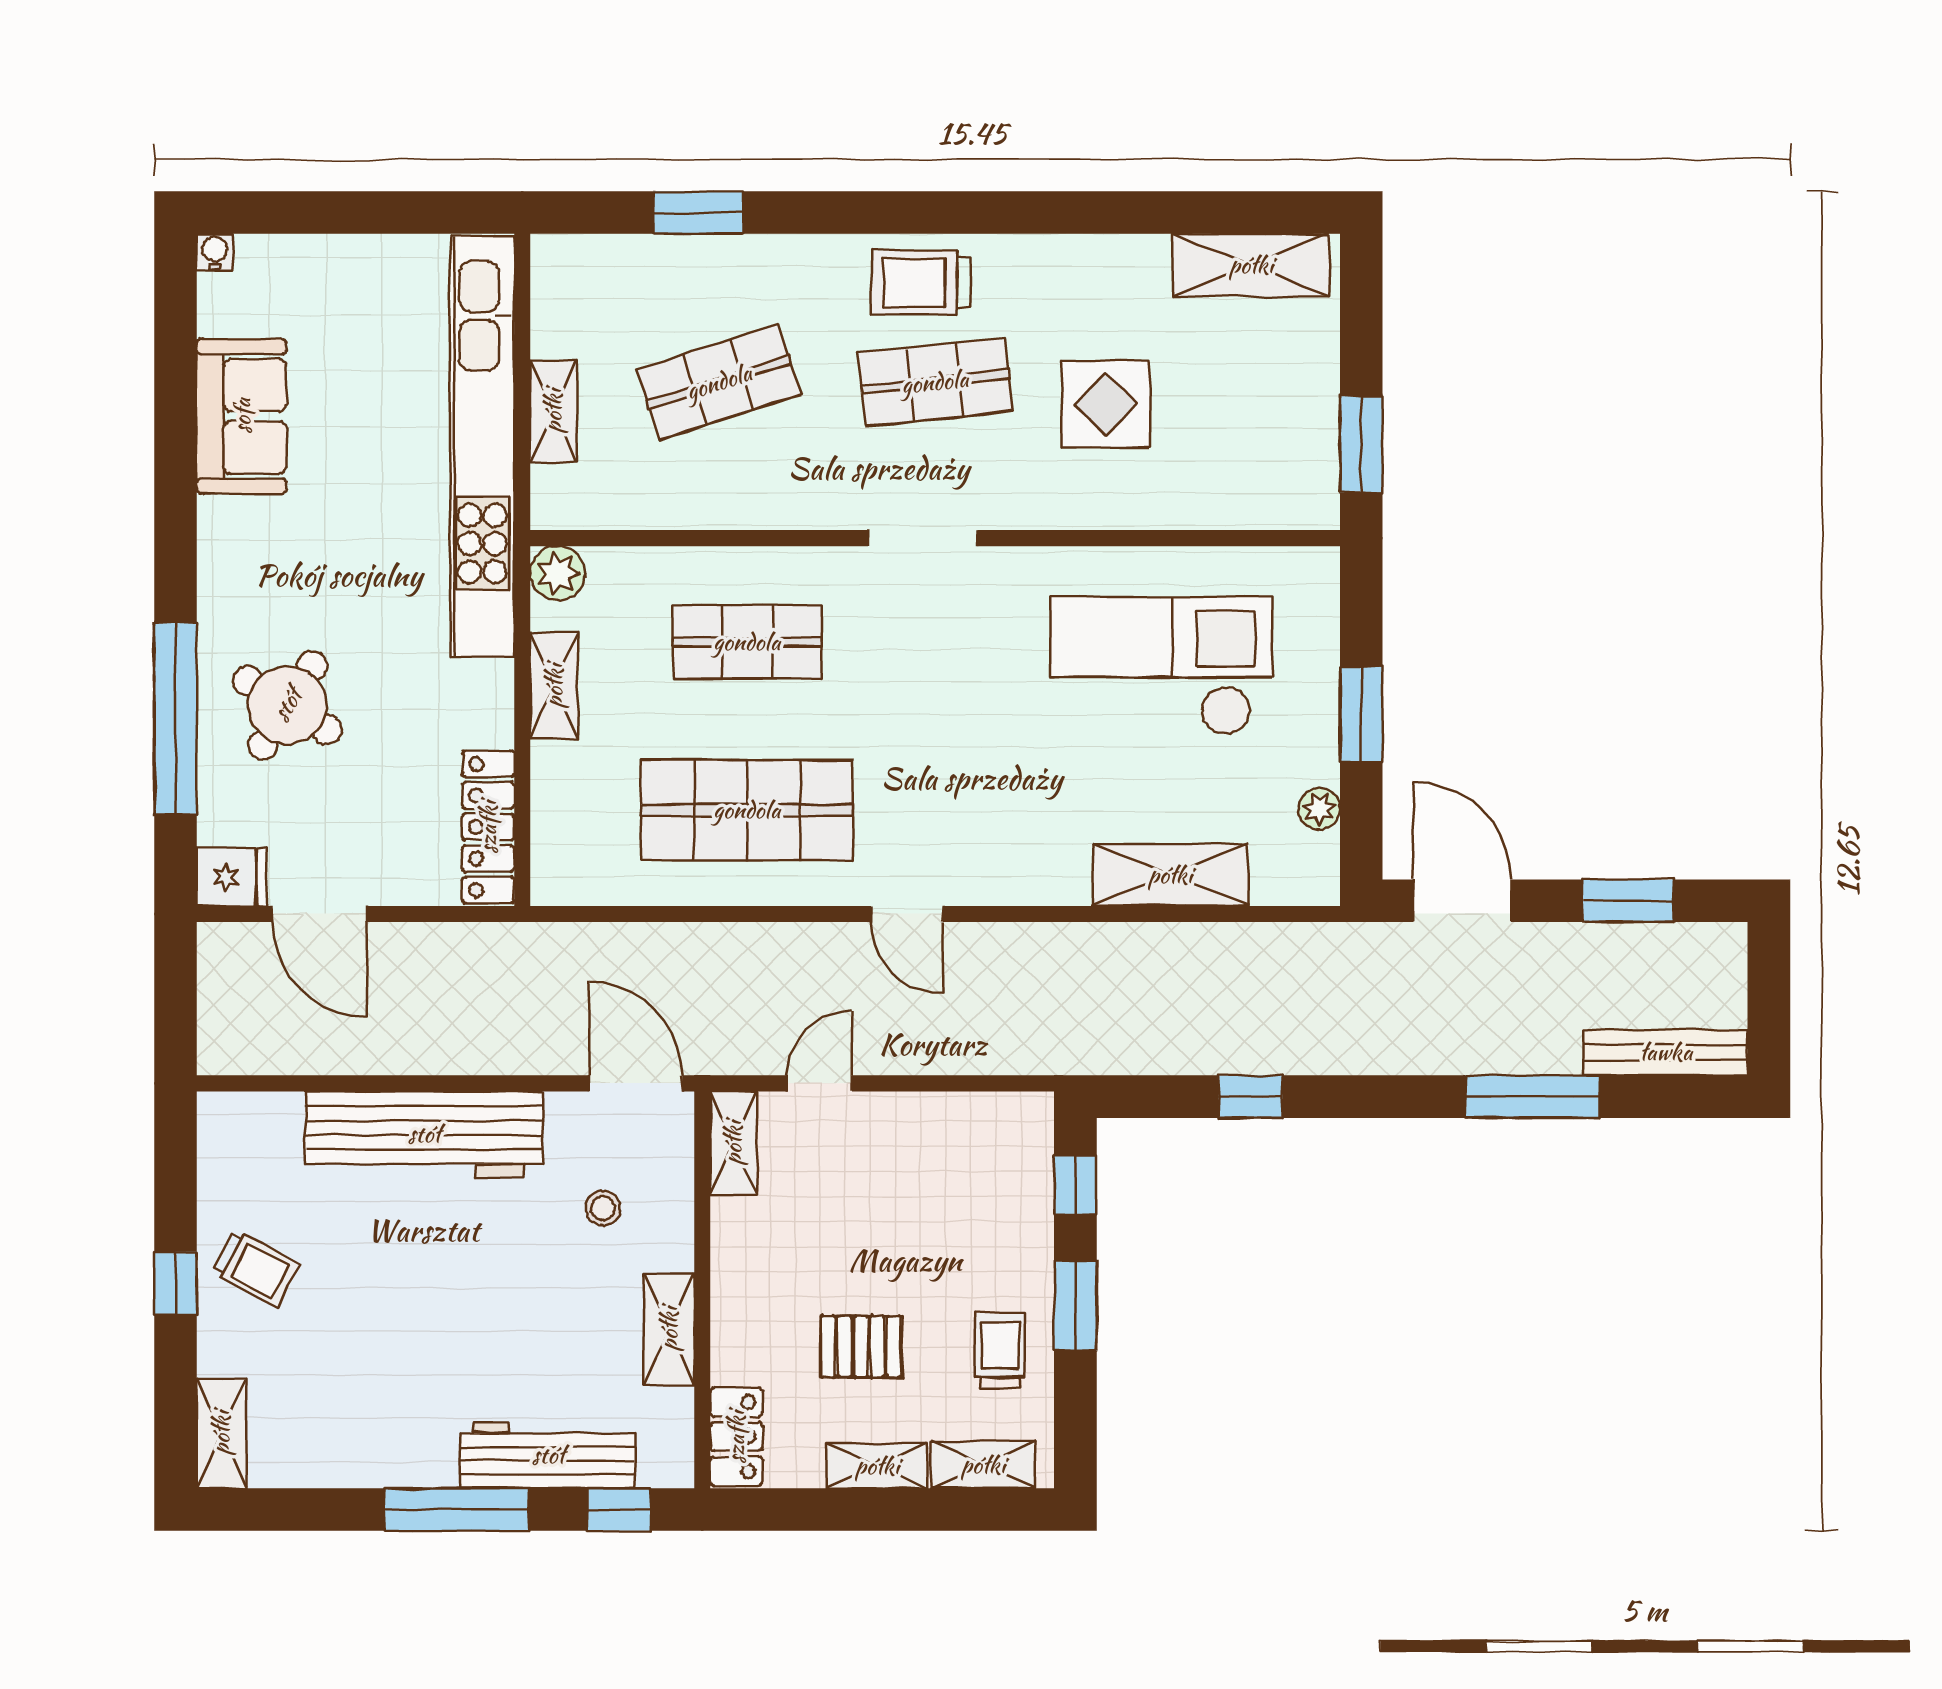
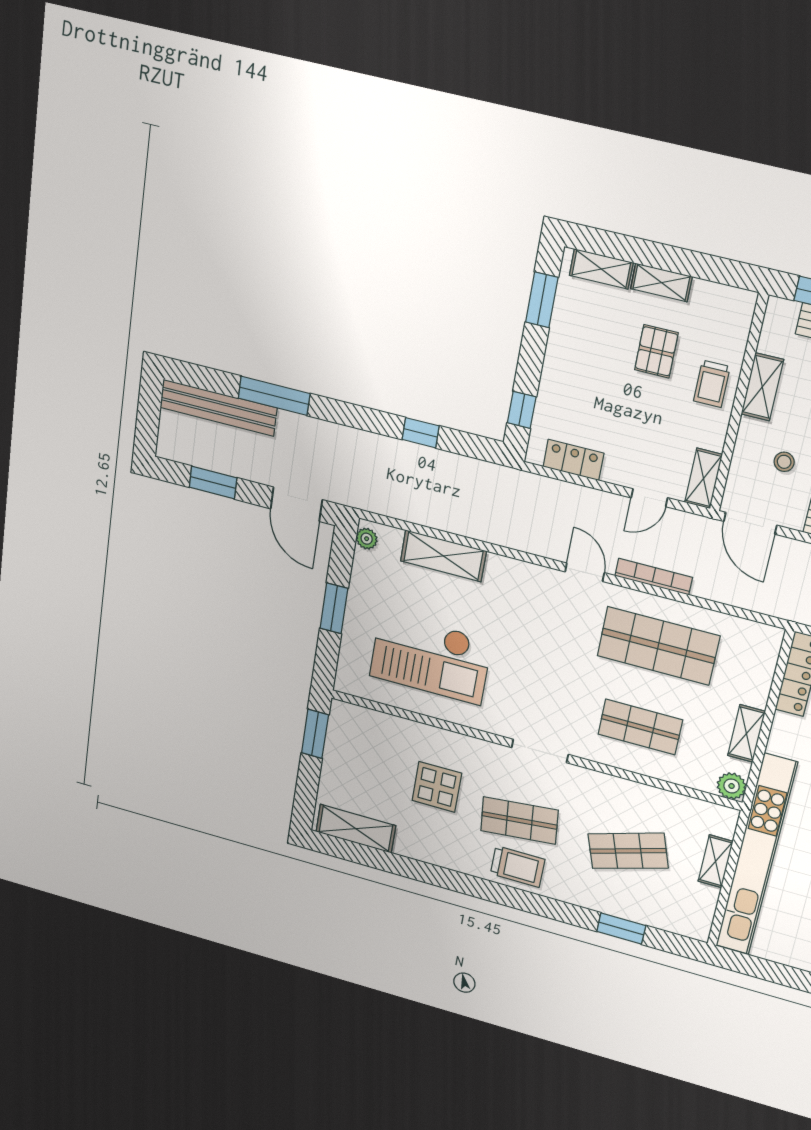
plant: (1319, 809) -> (367, 539), moved
bookcase: (782, 940) -> (654, 577), added
bench: (1666, 1052) -> (218, 408), width x1.37, depth x1.21
window: (1075, 1306) -> (542, 300), moved
pallet: (861, 1346) -> (656, 351), turned 90
trolley: (1000, 1350) -> (712, 384), moved
locker: (736, 1437) -> (573, 460), moved, turned 90

